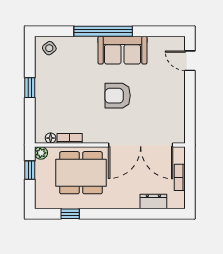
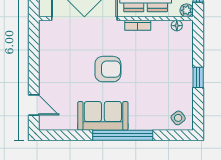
bookcase: (70, 138) -> (138, 25), moved

